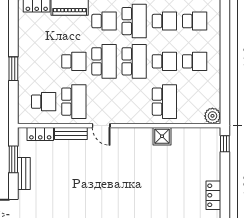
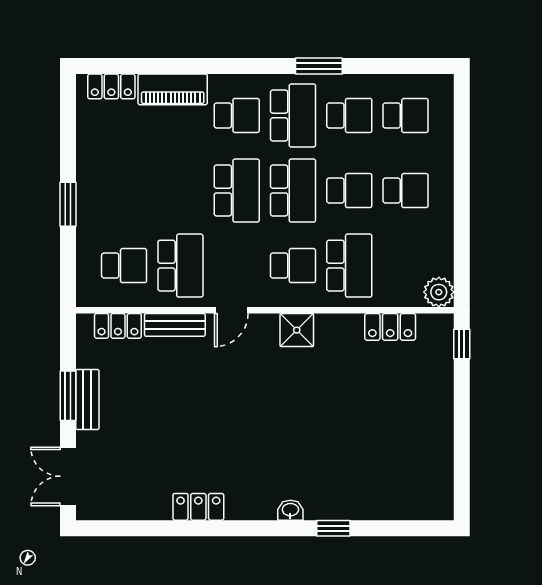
school desk: (74, 61) -> (293, 266), moved
door: (101, 126) -> (231, 310), hinge flipped
shower: (162, 136) -> (297, 330), moved
window: (13, 159) -> (68, 396), moved
locker: (213, 195) -> (390, 327), moved, turned -90

